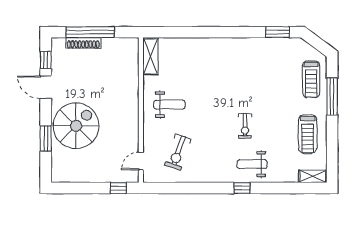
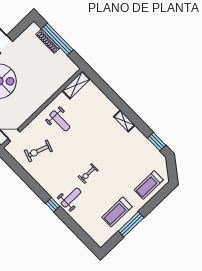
window: (46, 60) -> (19, 30), removed
window: (332, 97) -> (131, 224), moved
weight bench: (252, 164) -> (71, 198), turned 90
shelving: (313, 176) -> (124, 121), moved

